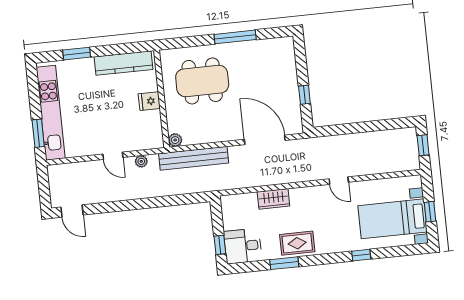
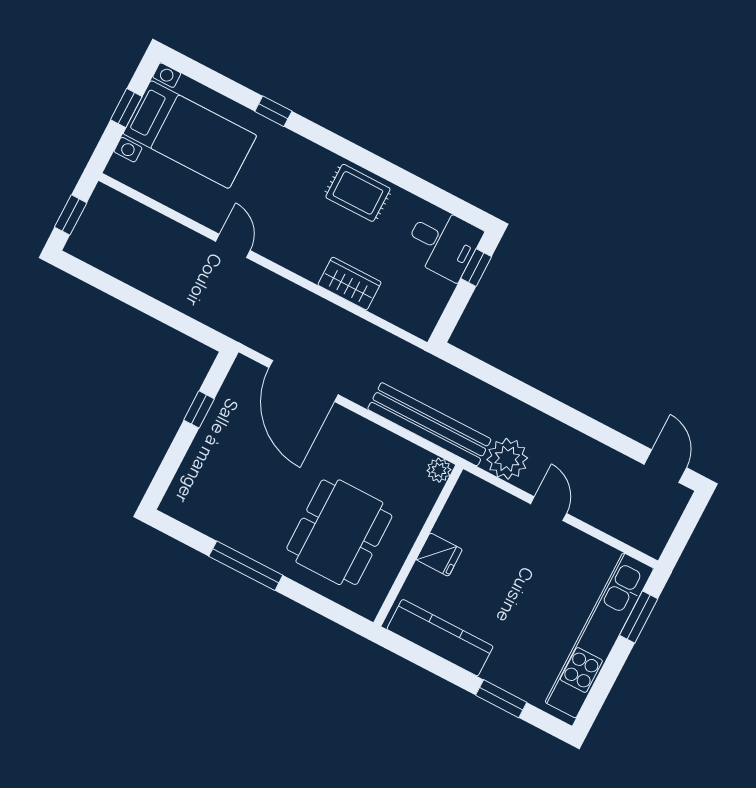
dining table: (202, 81) -> (339, 532), turned 90
plant: (141, 161) -> (507, 459), width x1.88, depth x1.88
window: (284, 263) -> (397, 176), removed

